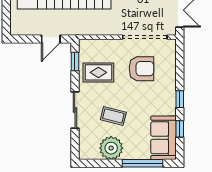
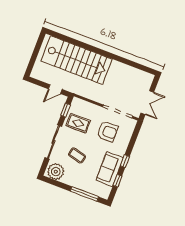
sliding door: (75, 110) -> (53, 142), width x1.37
sofa: (163, 138) -> (110, 169), moved
plant: (111, 148) -> (56, 172), moved

